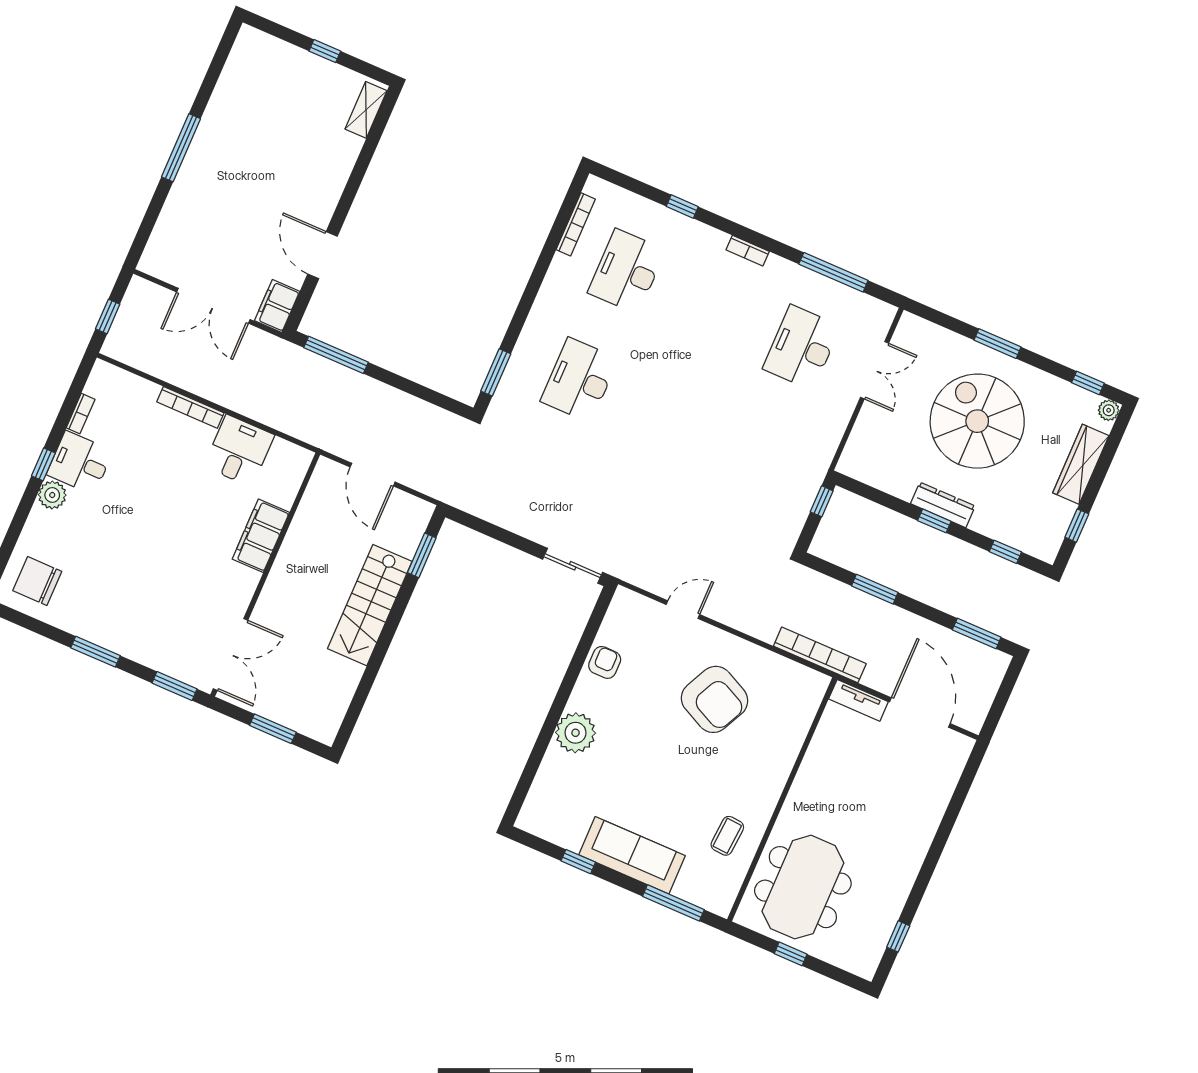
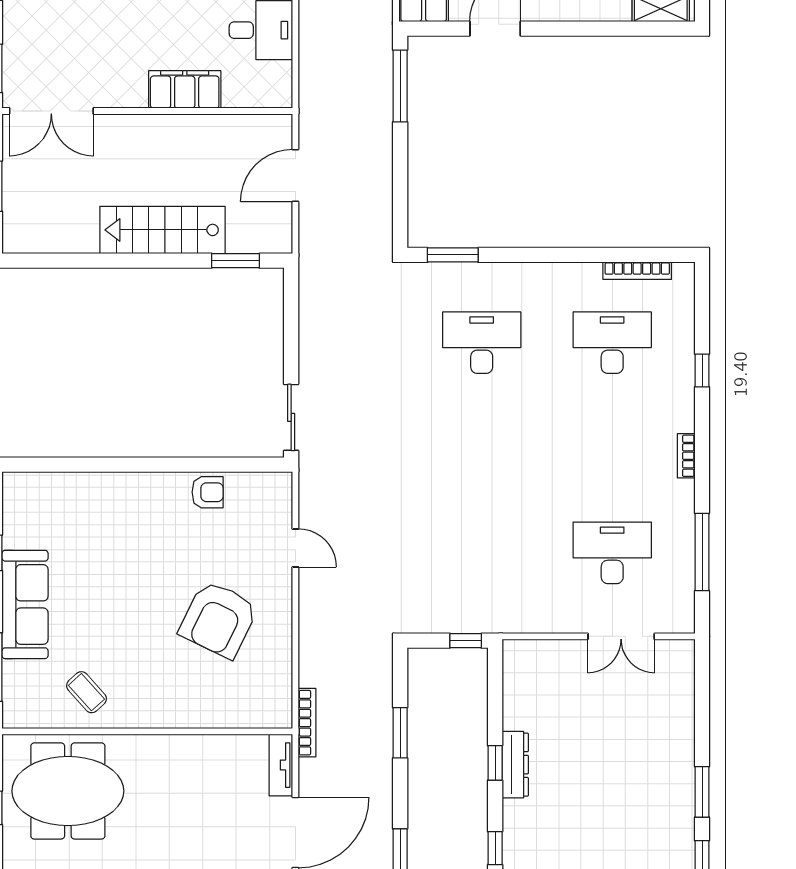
window: (997, 344) -> (702, 792), moved
spiral stairs: (977, 421) -> (615, 762), removed
bookcase: (820, 655) -> (307, 723), width x0.68, depth x0.76
plant: (576, 733) -> (124, 494), removed
coffee table: (727, 836) -> (86, 692), turned 44

